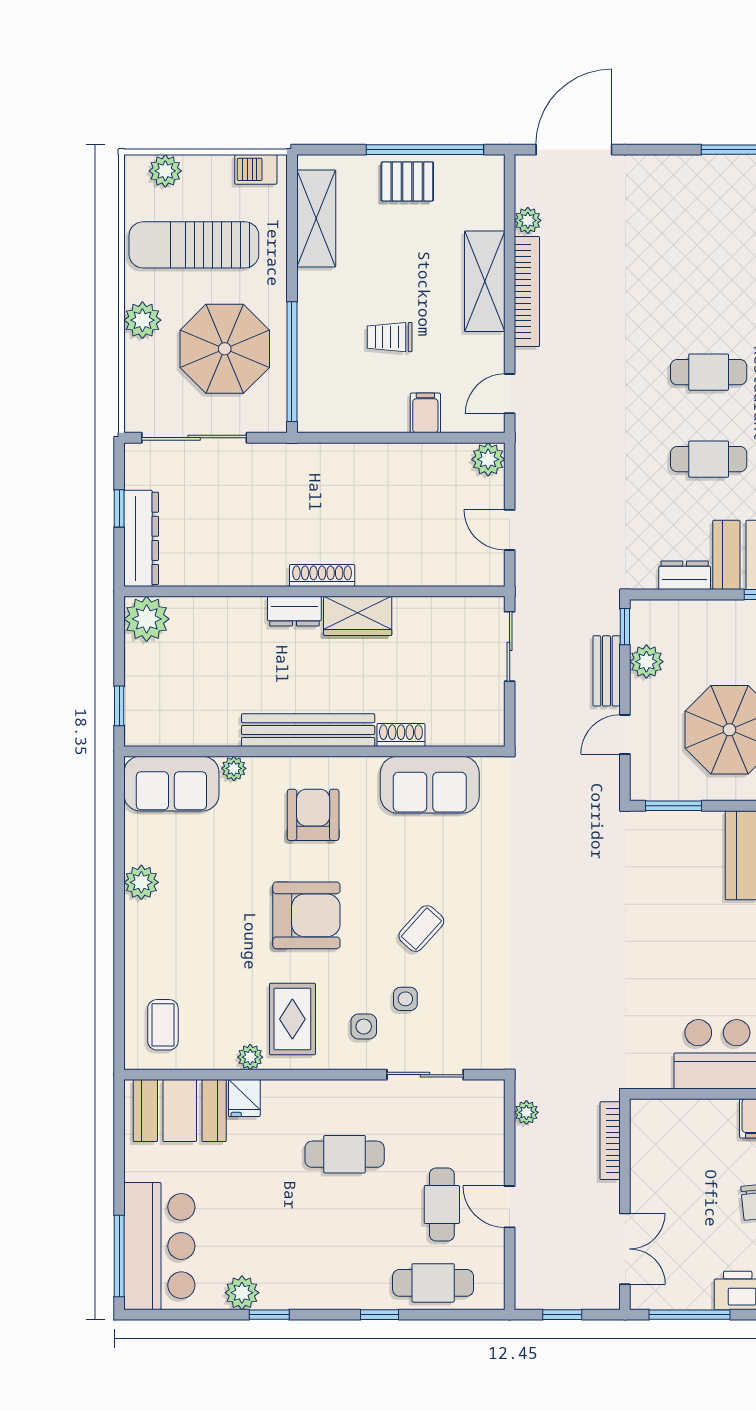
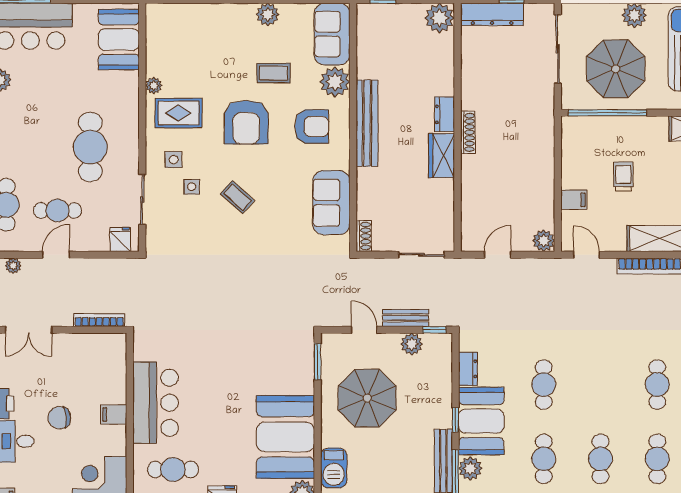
cafe table: (709, 372) -> (657, 385), moved
shoe rack: (401, 735) -> (364, 236), moved
plant: (234, 768) -> (335, 82), width x1.87, depth x1.87
coffee table: (163, 1025) -> (274, 73), moved
fridge: (244, 1098) -> (120, 239), moved, turned 90
plant: (526, 1112) -> (13, 266), moved
cafe table: (345, 1154) -> (90, 147), width x1.37, depth x1.35

